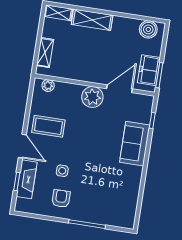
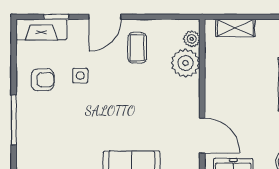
plant: (92, 97) -> (186, 63), moved
coffee table: (48, 126) -> (137, 48), width x0.73, depth x0.77
fireplace: (27, 179) -> (41, 30), moved

